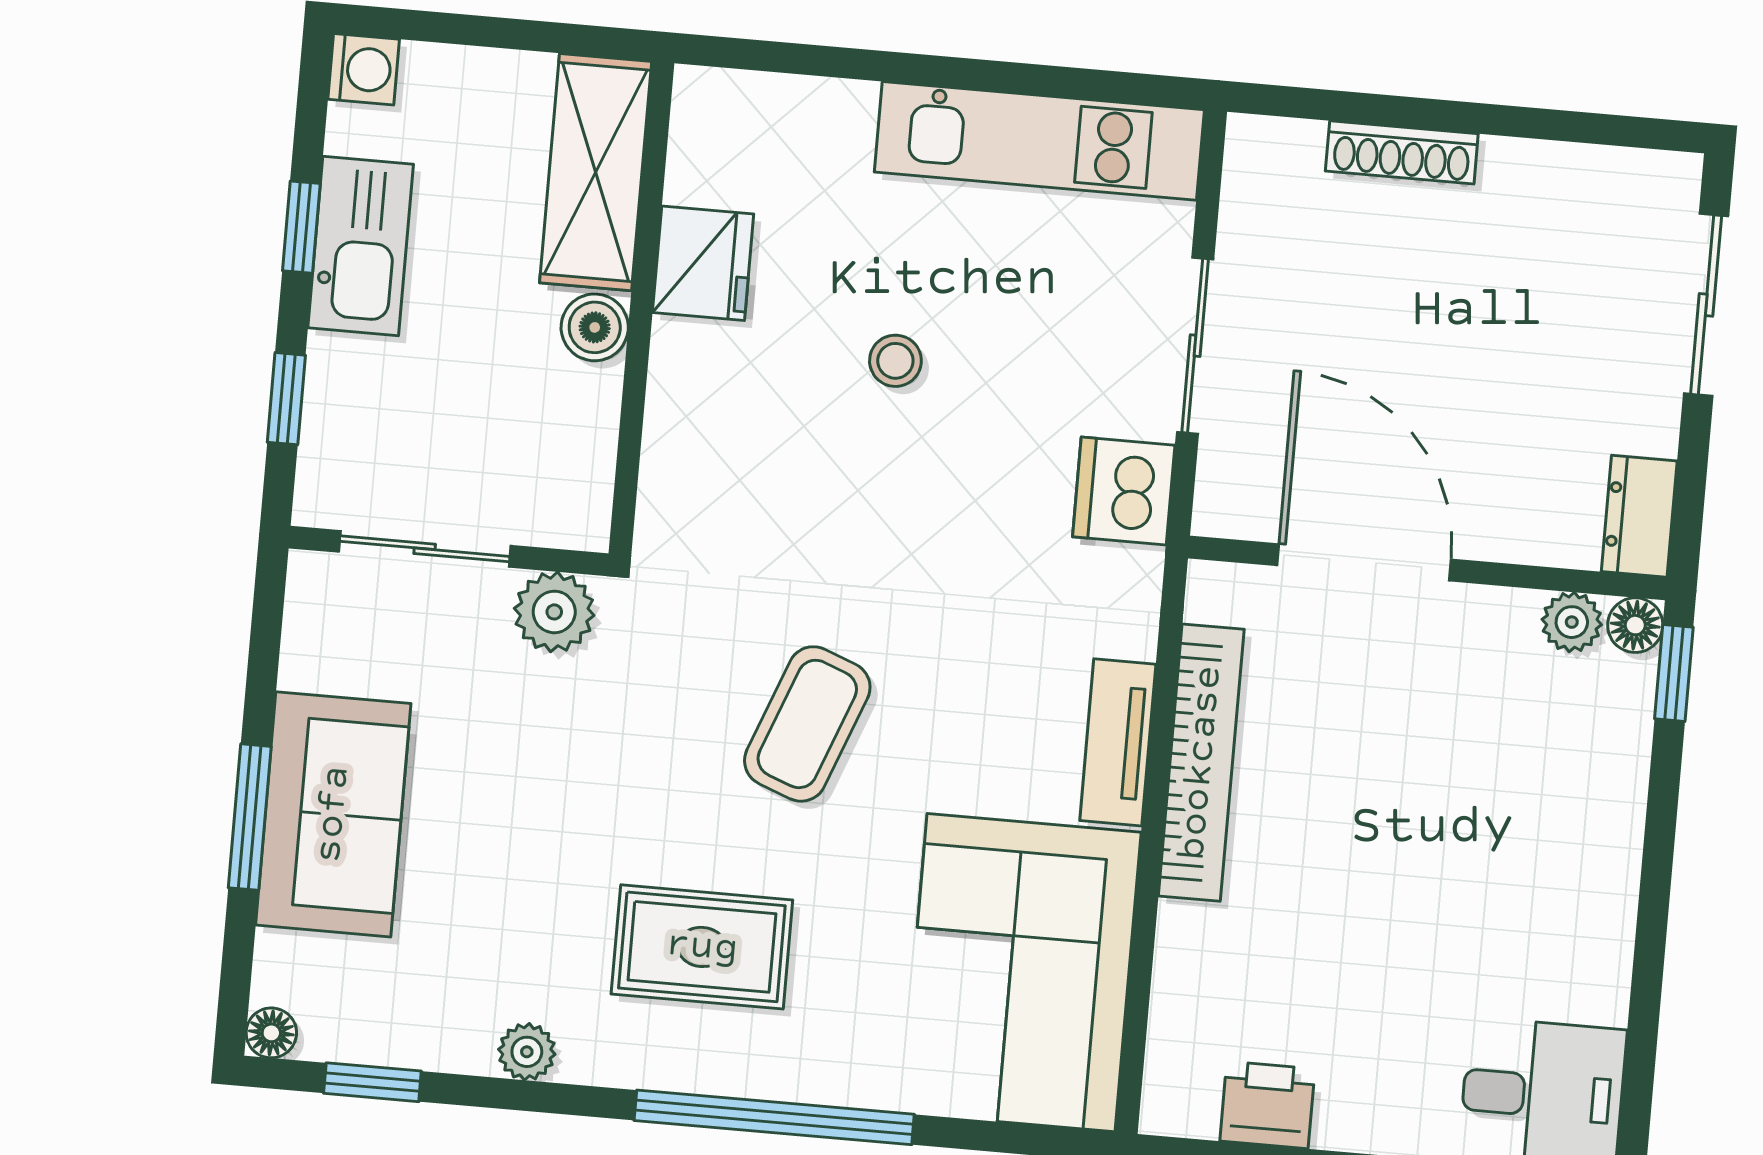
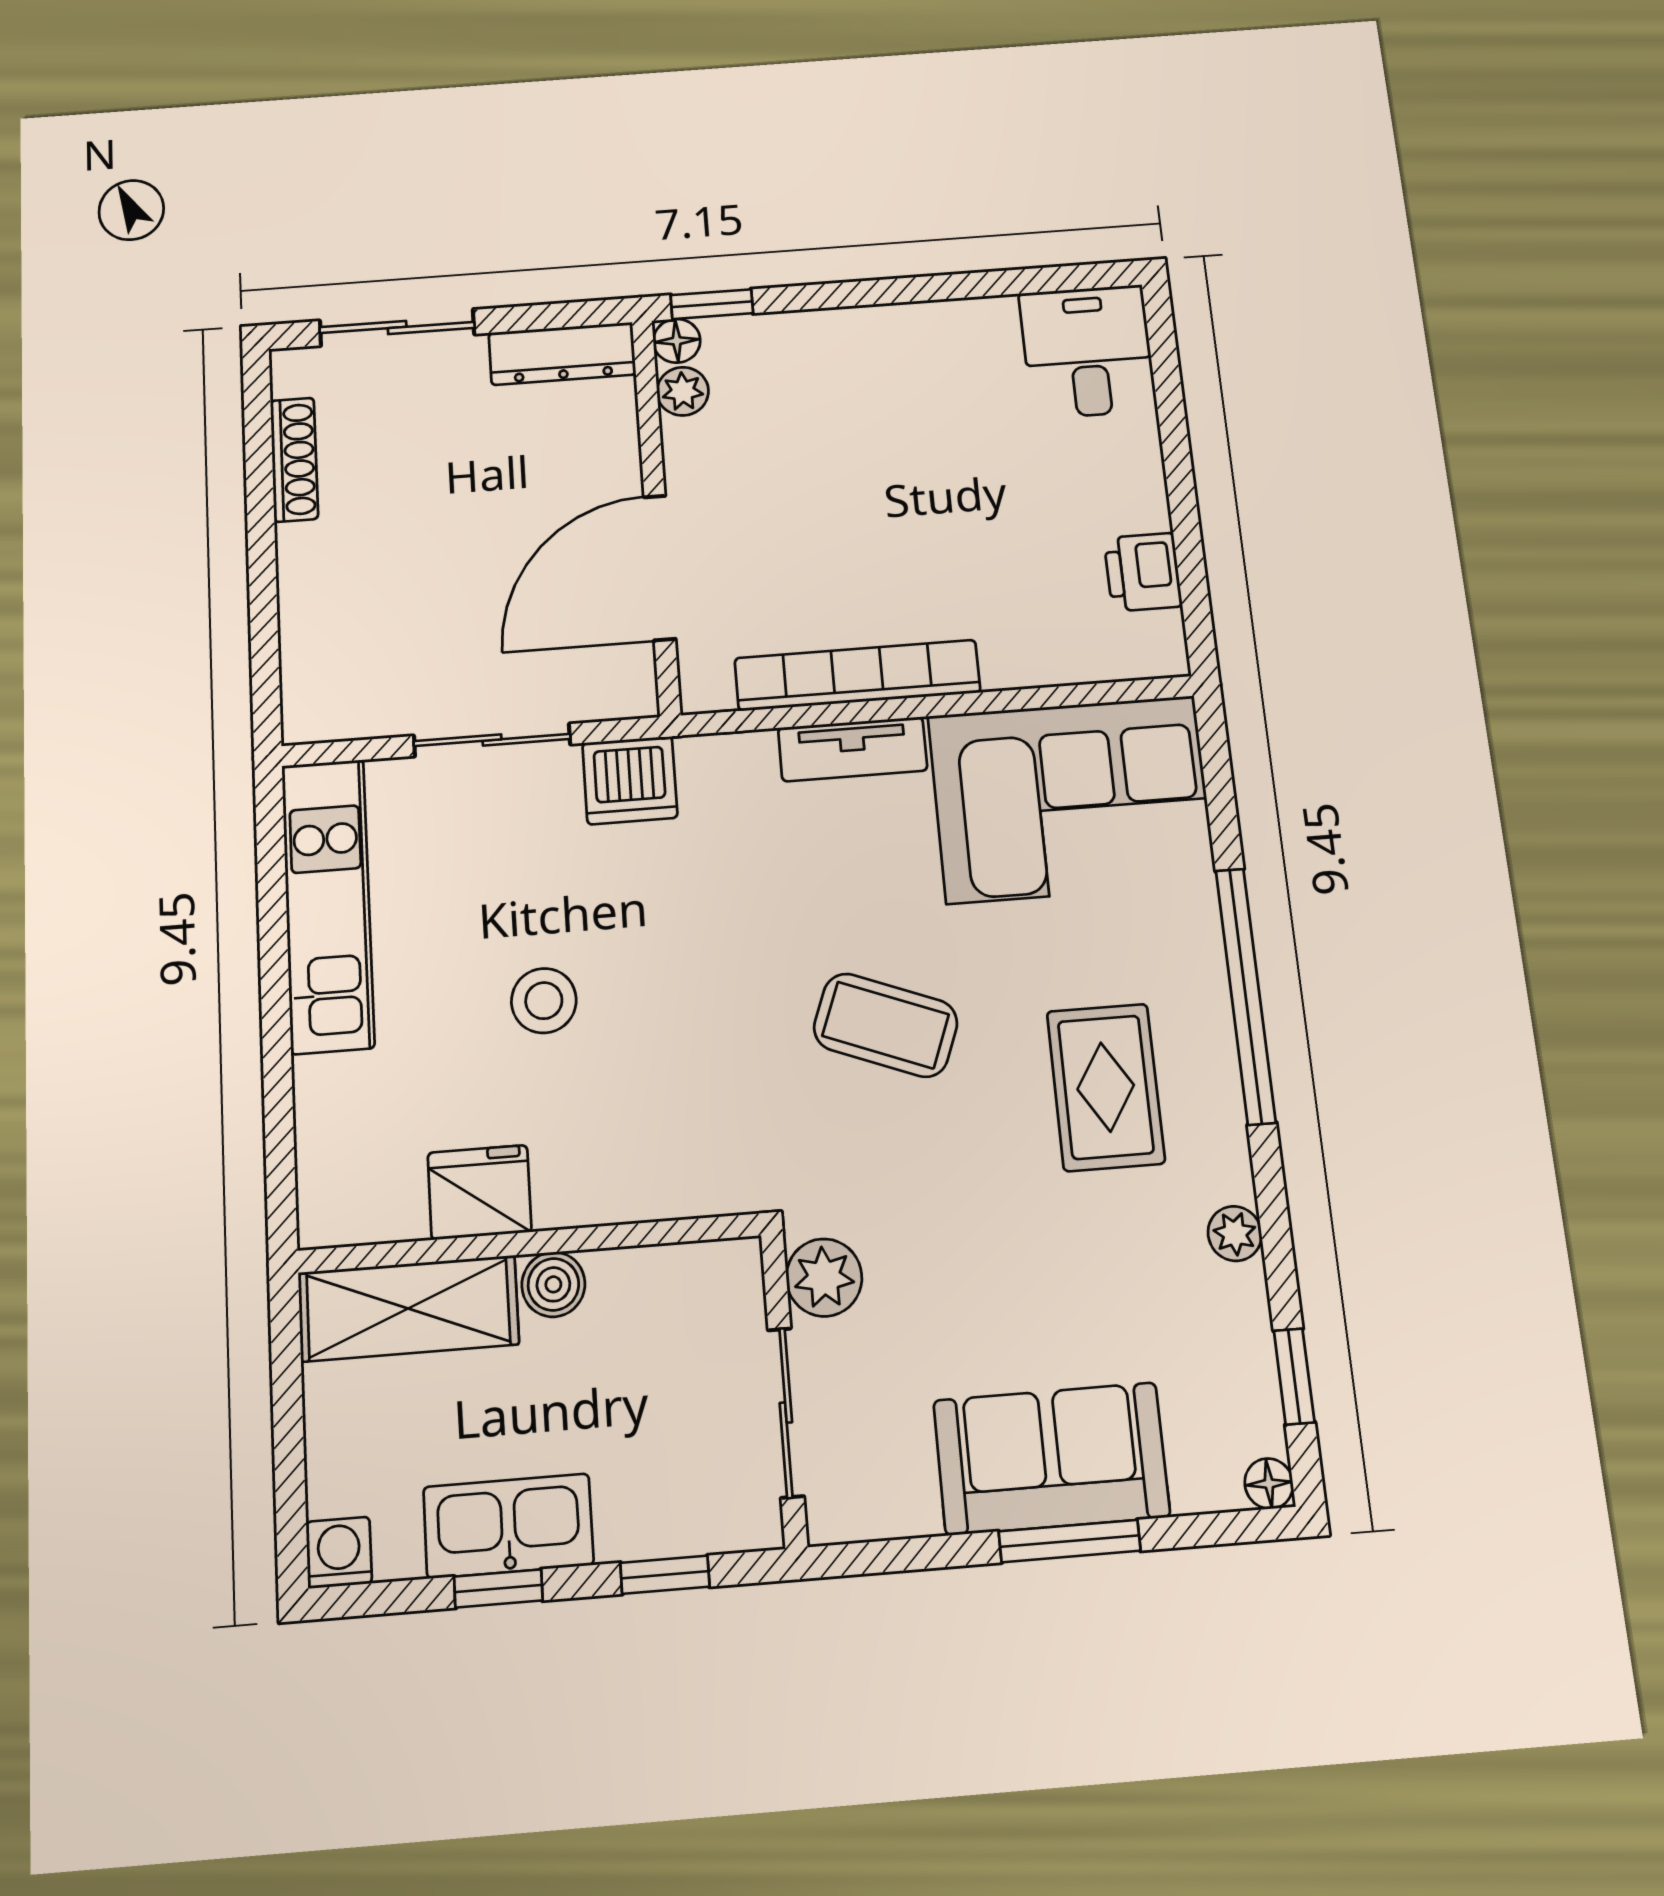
shoe rack: (1402, 152) -> (294, 460), moved
stool: (895, 361) -> (544, 1001), width x1.37, depth x1.37
dresser: (1639, 516) -> (562, 354), width x1.44

